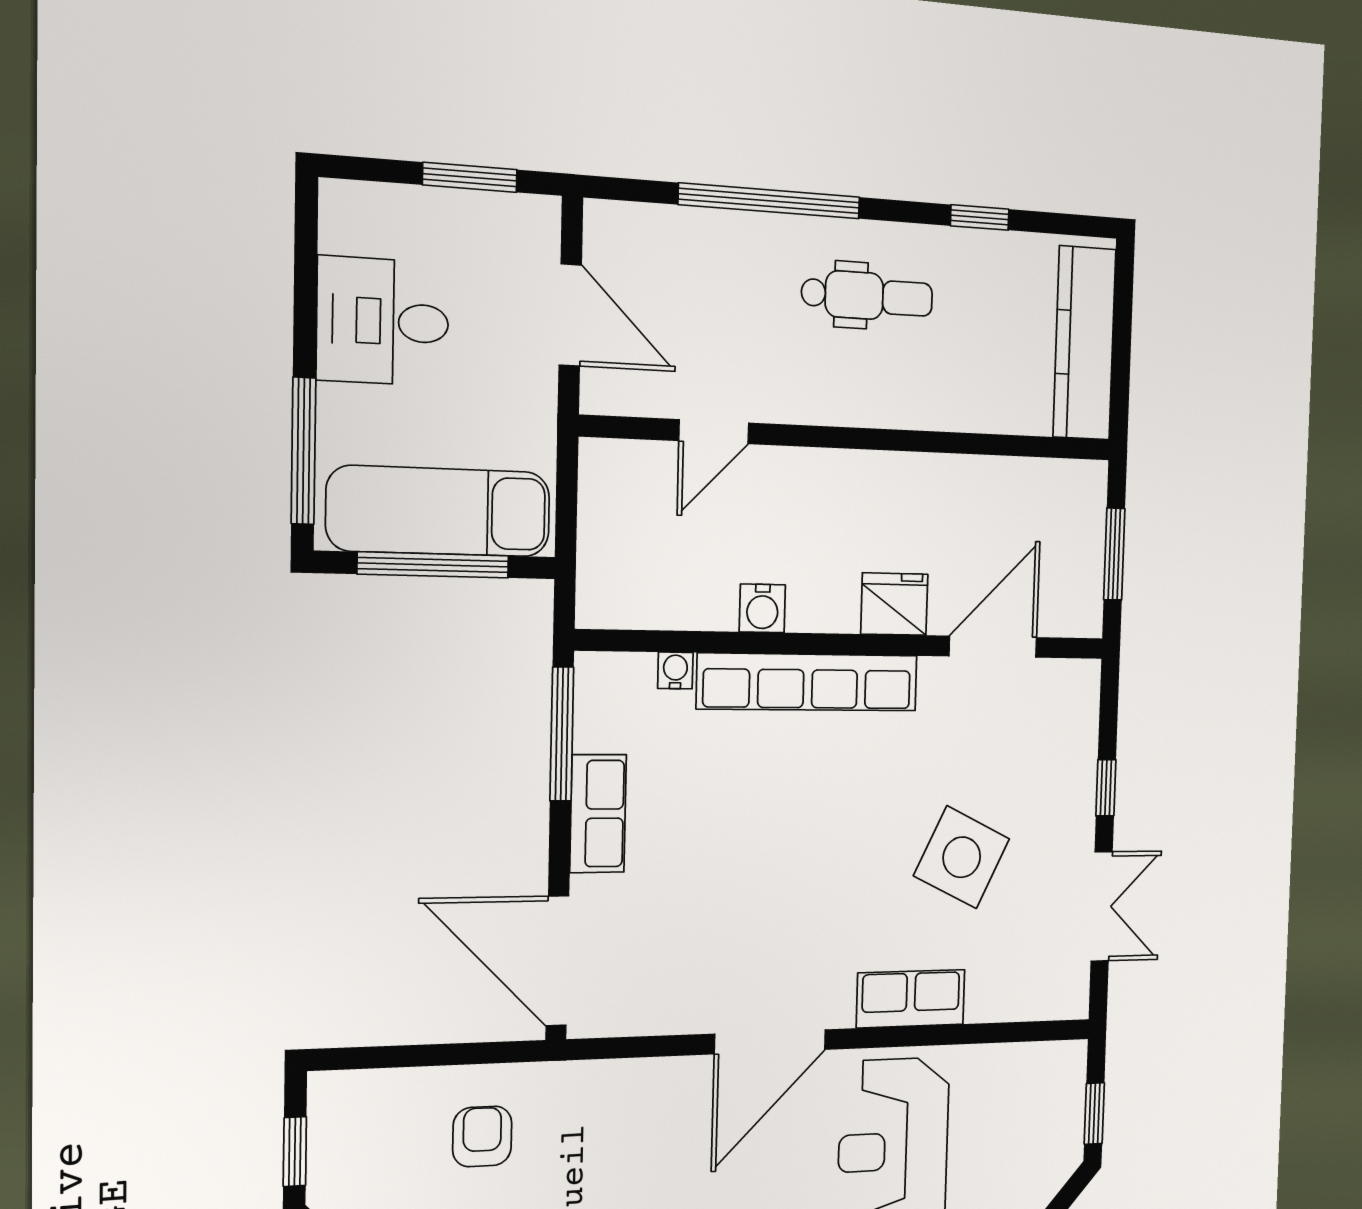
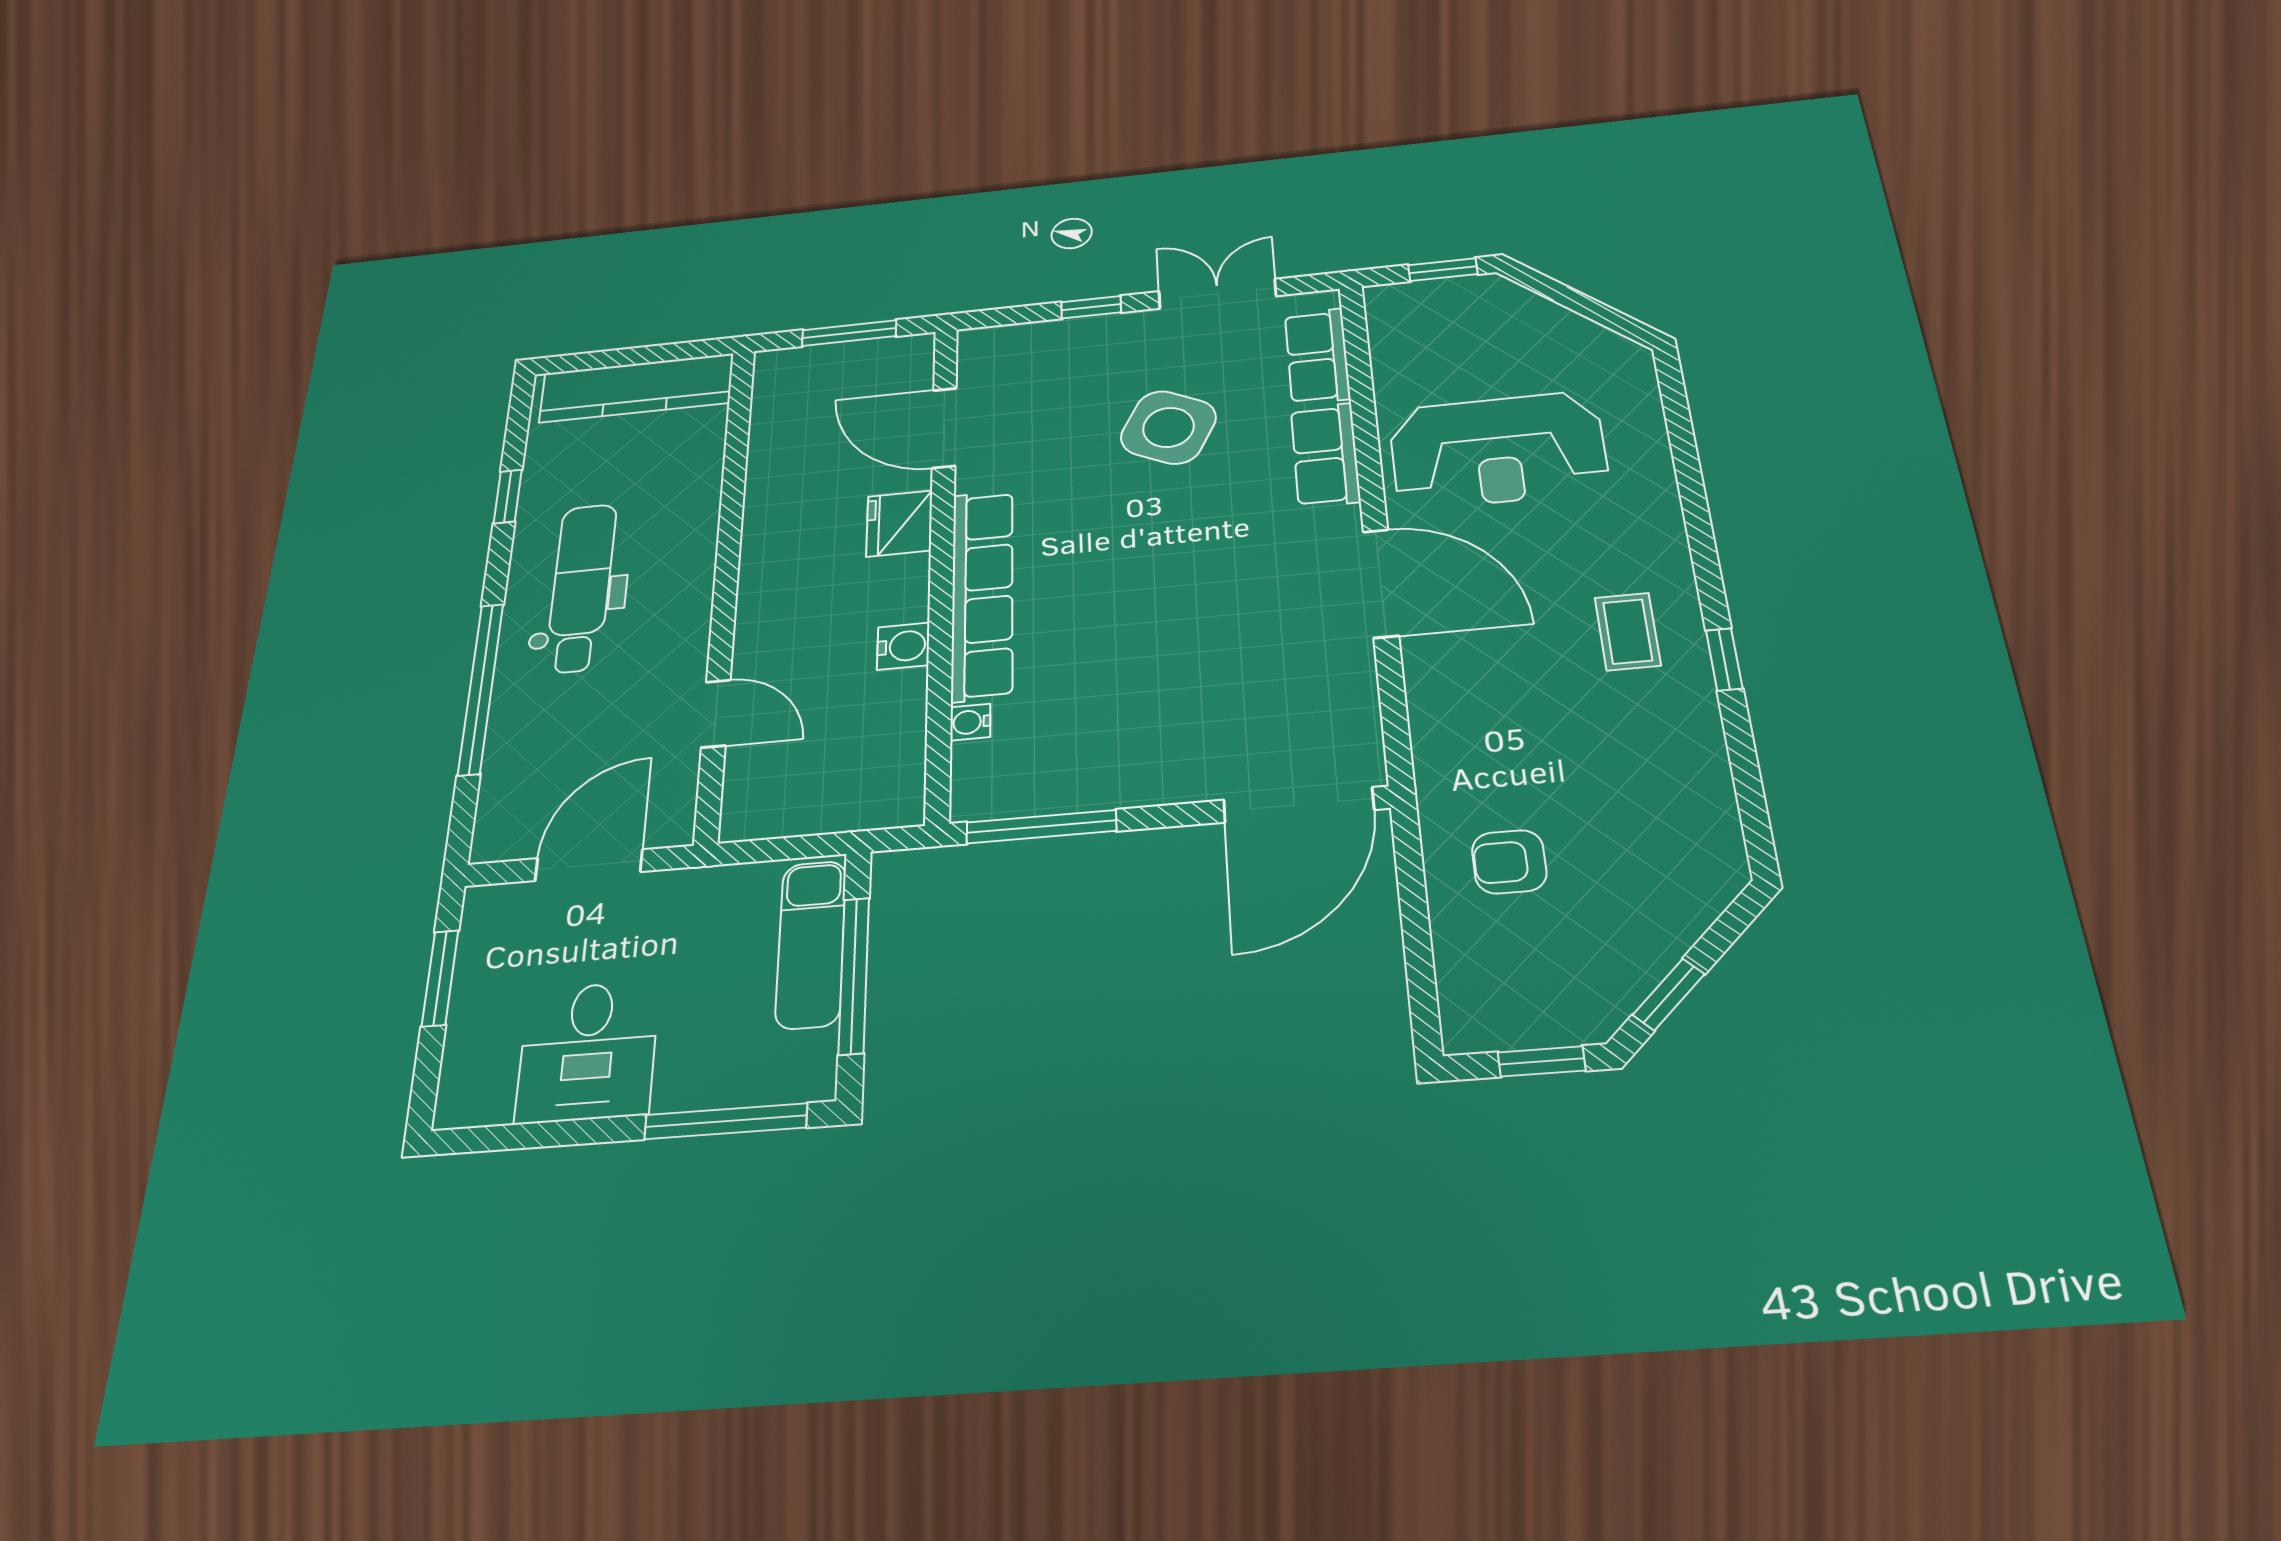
dental chair: (867, 296) -> (581, 587), width x1.36, depth x1.38
exam couch: (439, 511) -> (811, 944), width x0.73, depth x0.69
row of seats: (598, 814) -> (1317, 356), moved, turned -90

